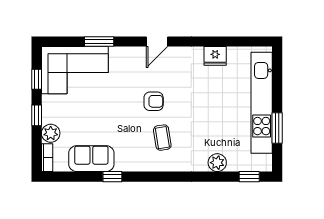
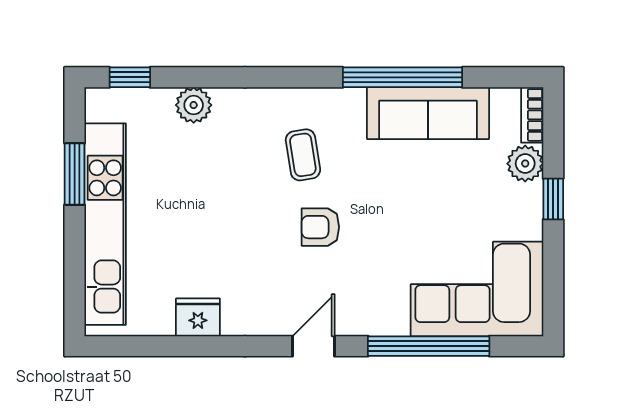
window: (99, 41) -> (429, 346), width x2.11
window: (37, 79) -> (553, 271), removed
sofa: (91, 159) -> (428, 113), width x1.36
window: (112, 177) -> (402, 77), width x3.17

